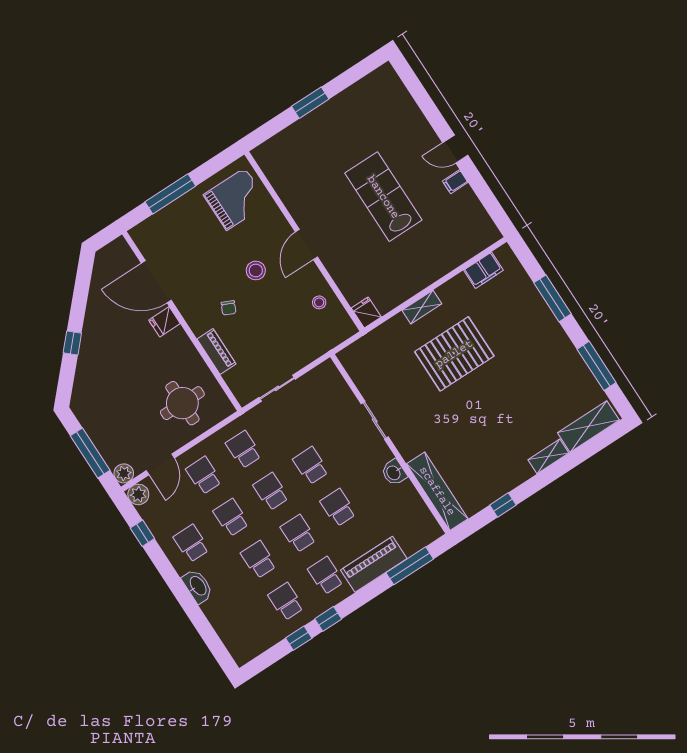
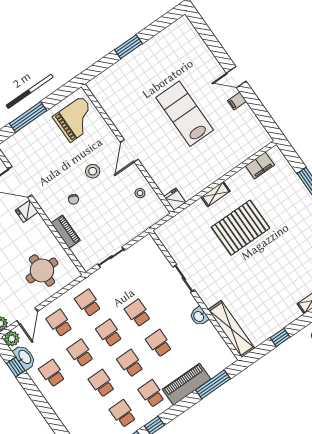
washbasin: (198, 586) -> (24, 357), moved

